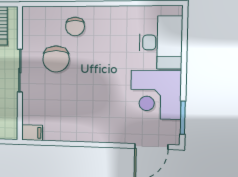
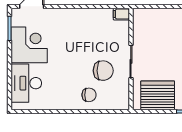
chair: (75, 26) -> (89, 95), turned 90
chair: (56, 59) -> (103, 71), turned 90

